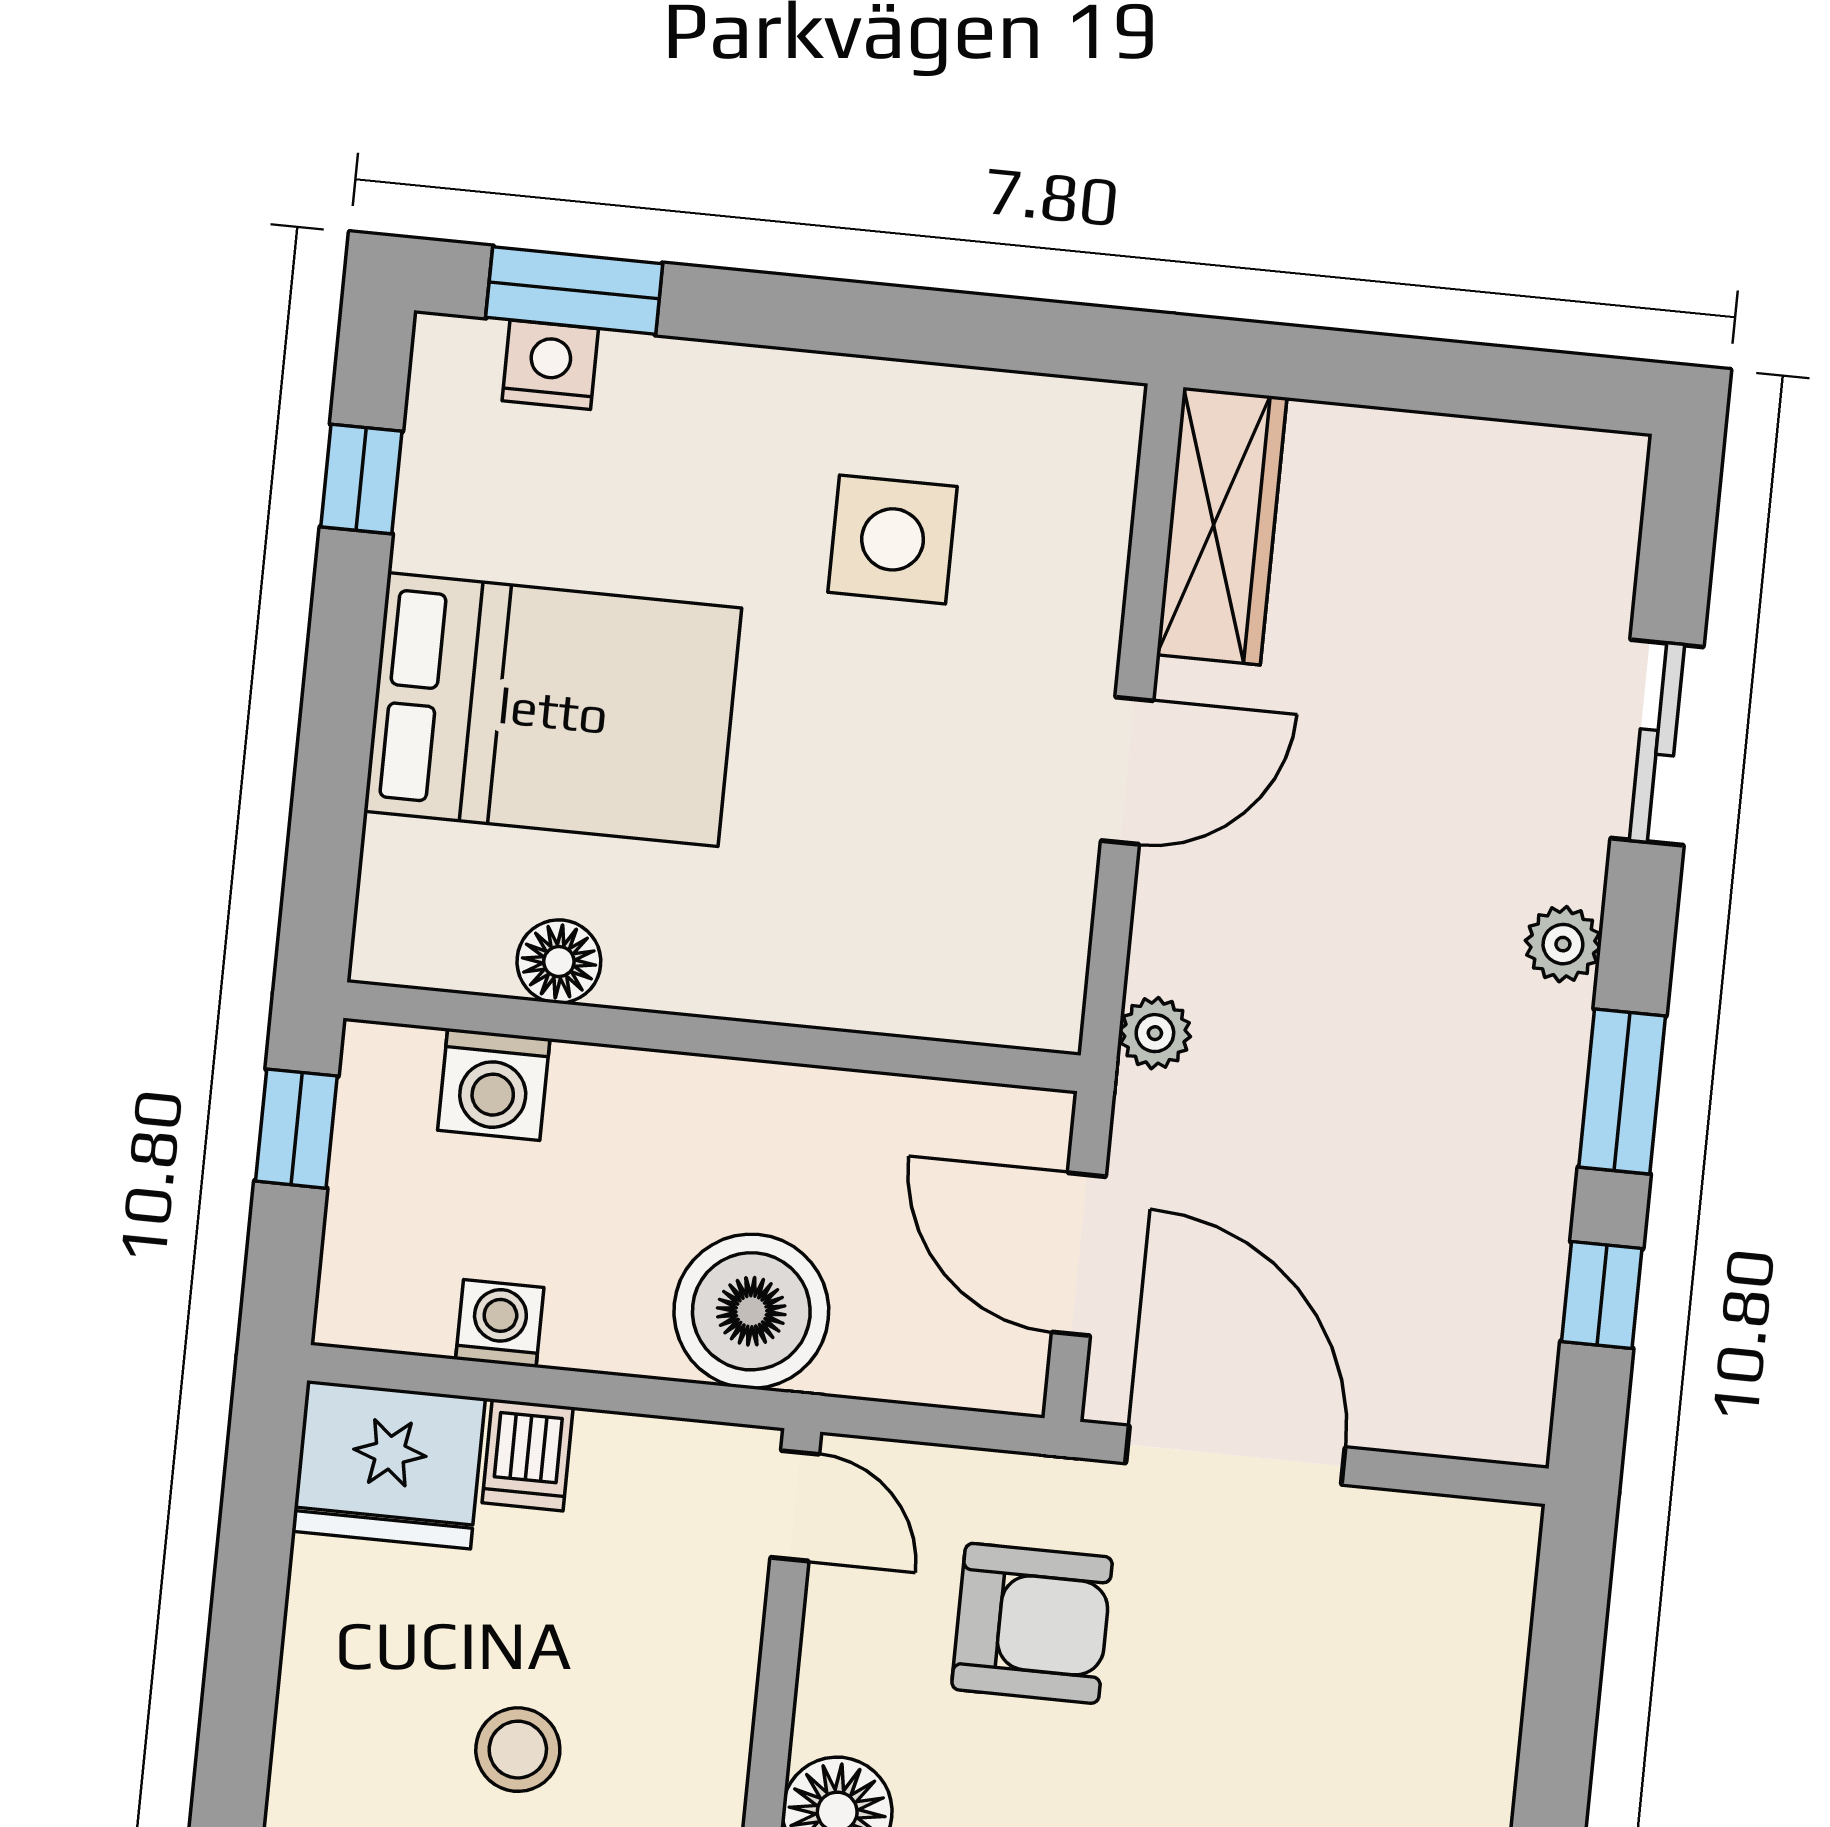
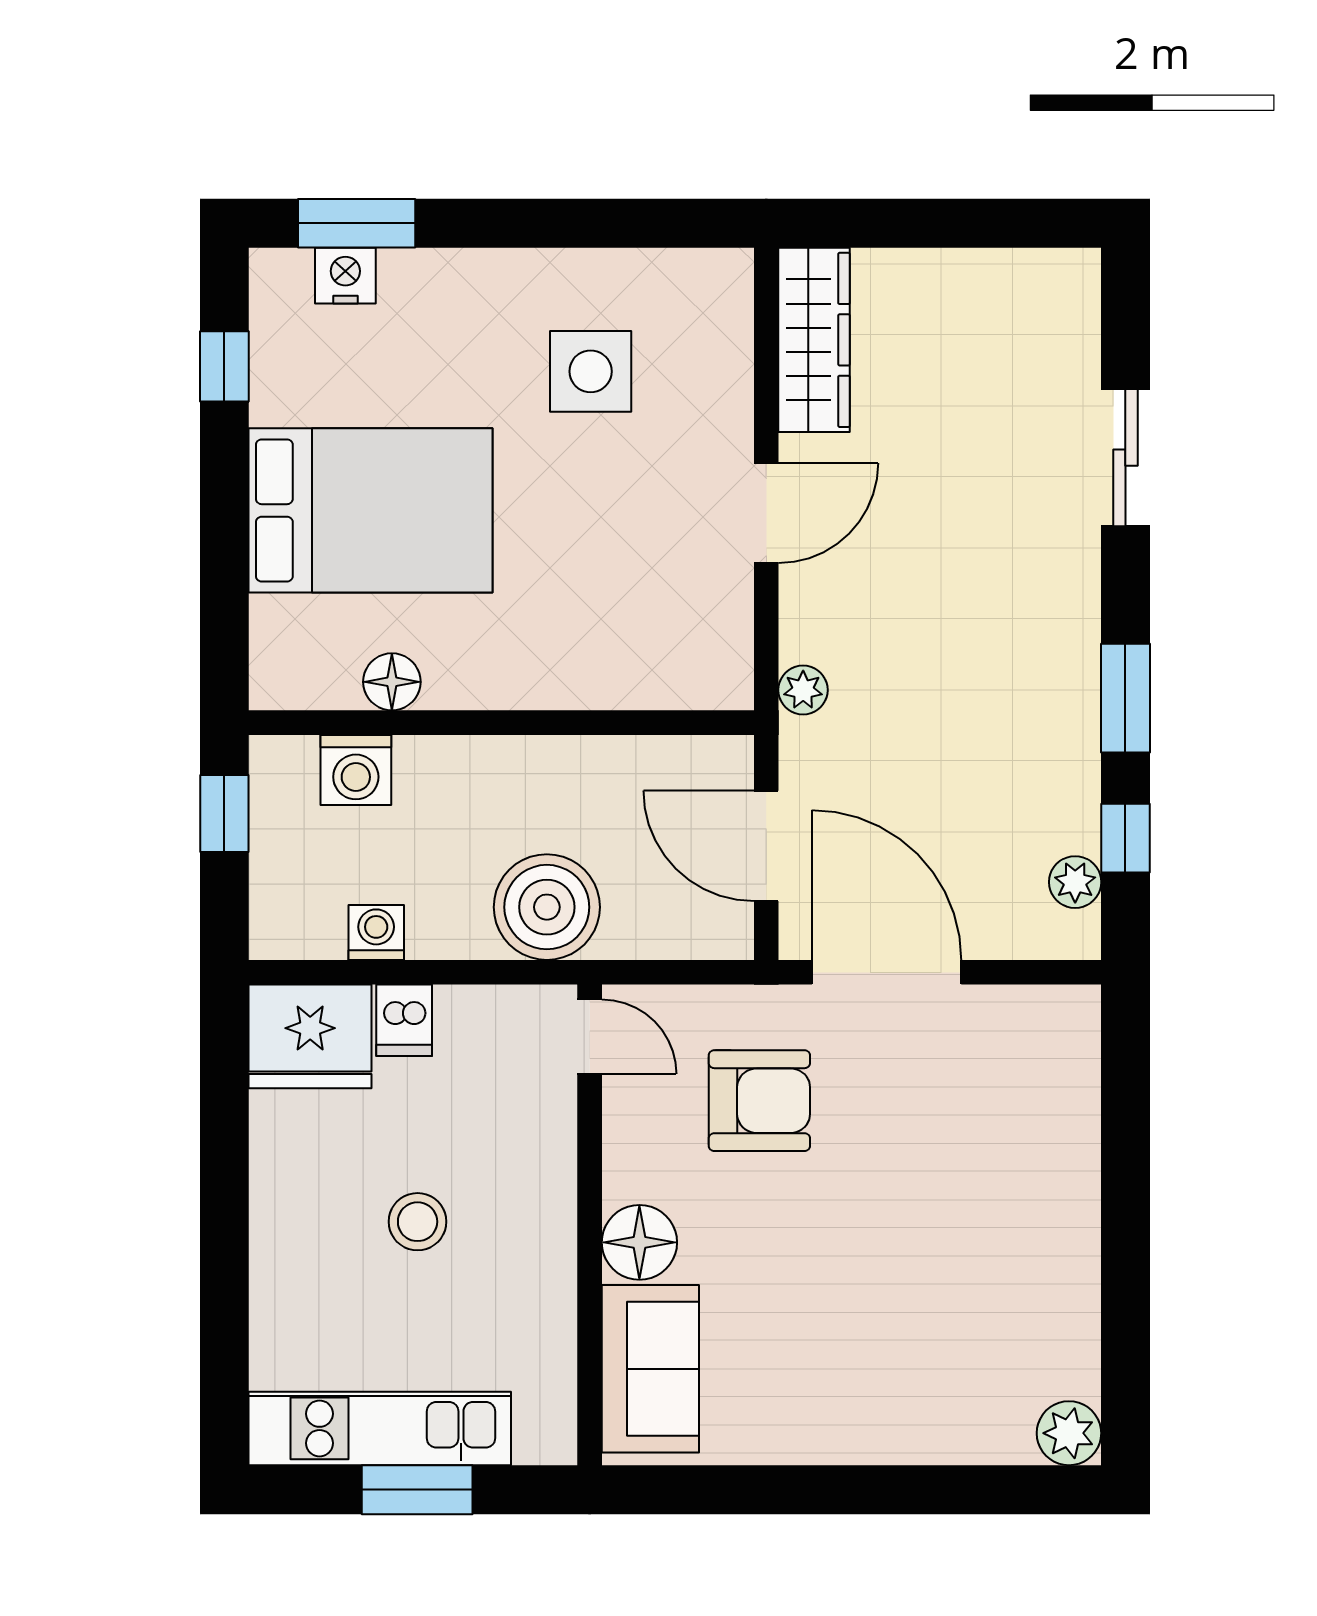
plant: (1563, 944) -> (1075, 882), moved

